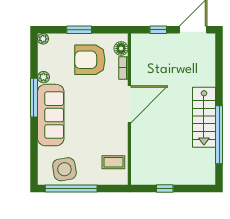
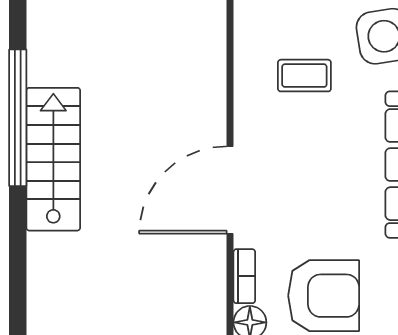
coffee table: (113, 162) -> (304, 76), moved

